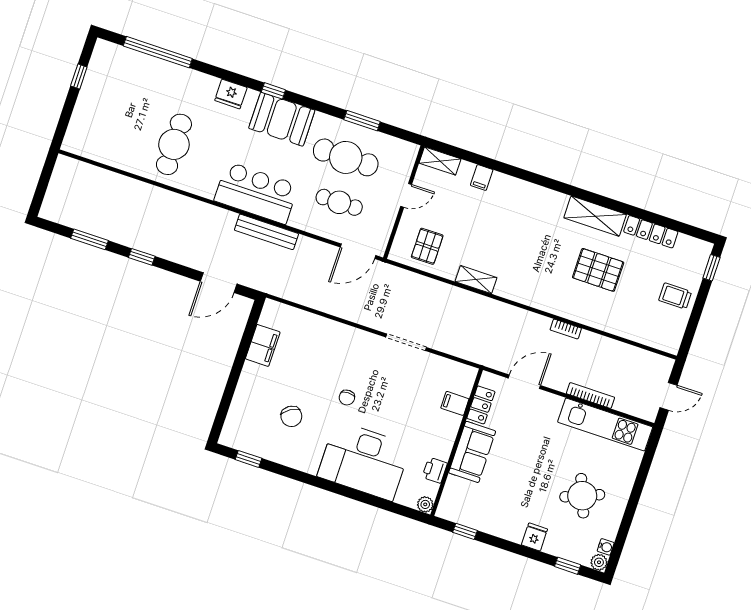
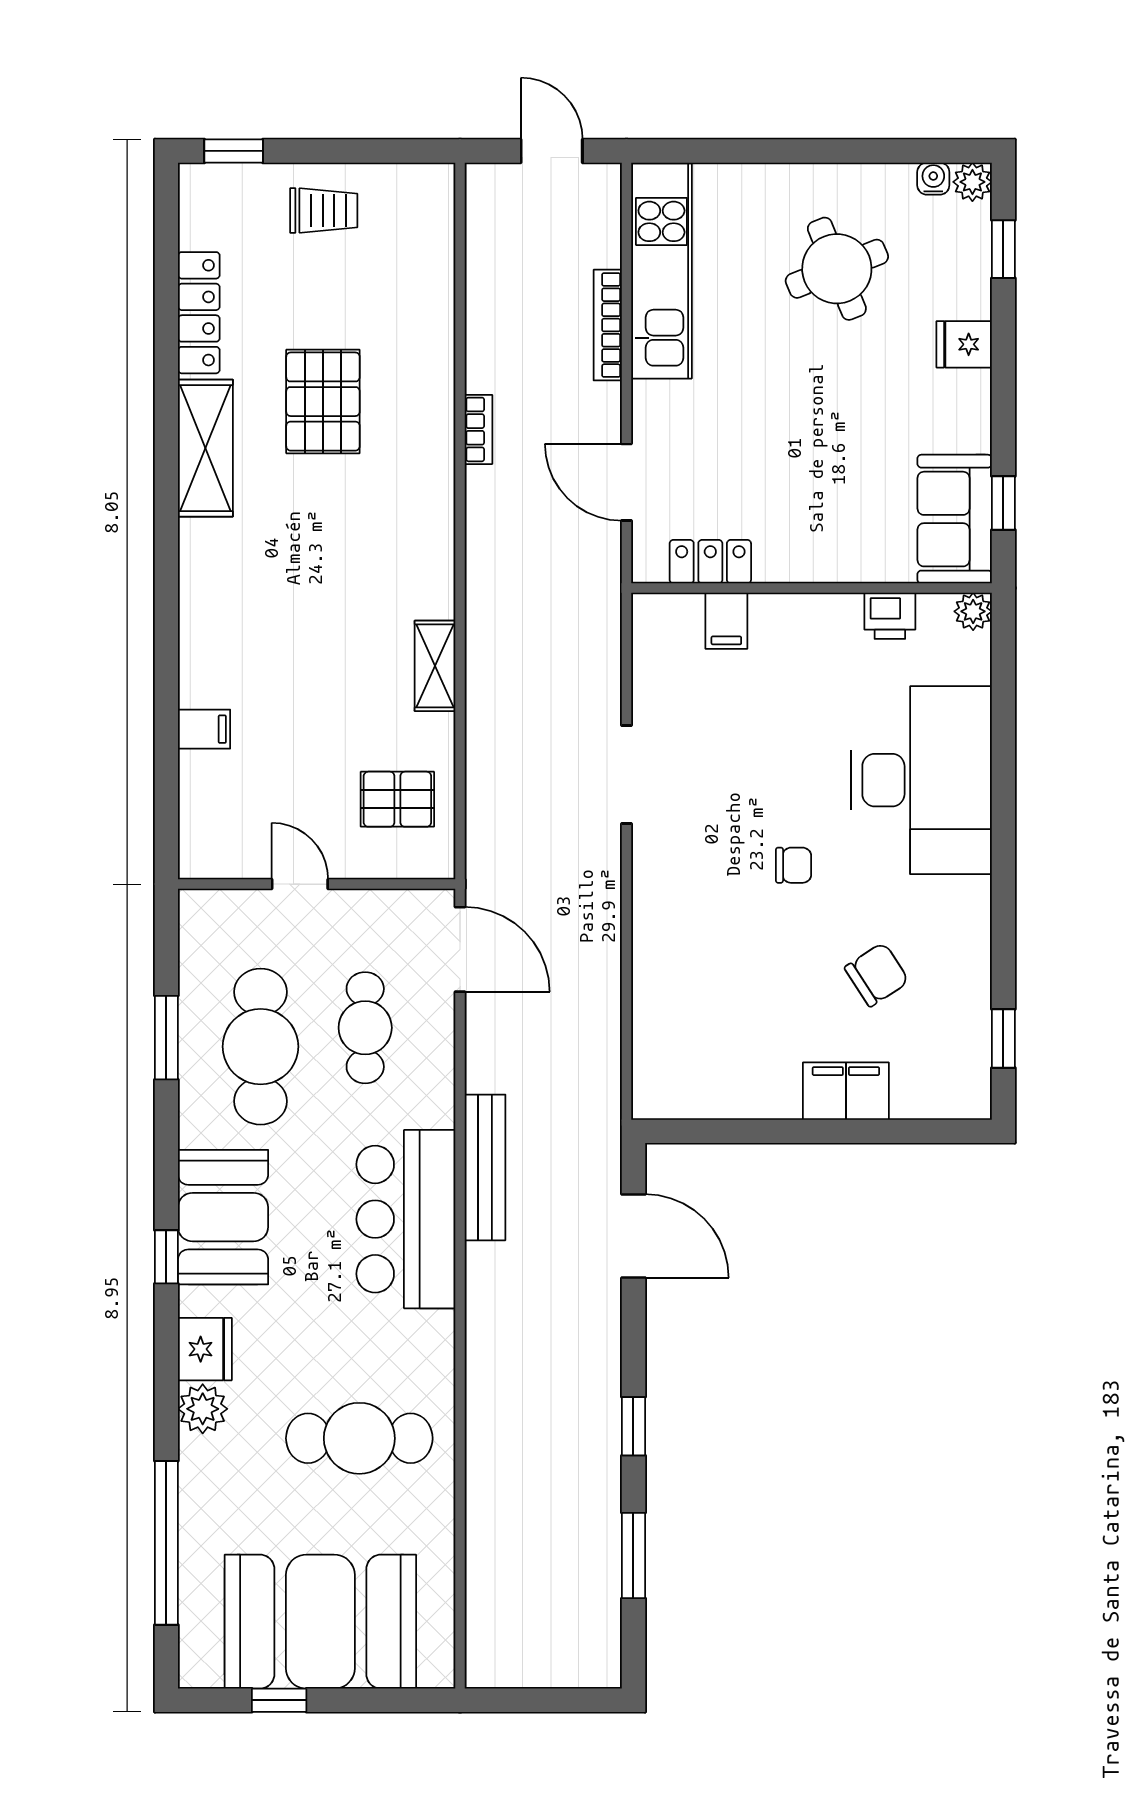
plant: (207, 85) -> (203, 1409), added
booth: (105, 104) -> (320, 1622), added
shelving: (440, 161) -> (198, 834), removed
trolley: (675, 296) -> (324, 211), turned -90
filing cabinet: (263, 345) -> (846, 1091), moved
sofa: (472, 452) -> (955, 519), moved, turned -90

